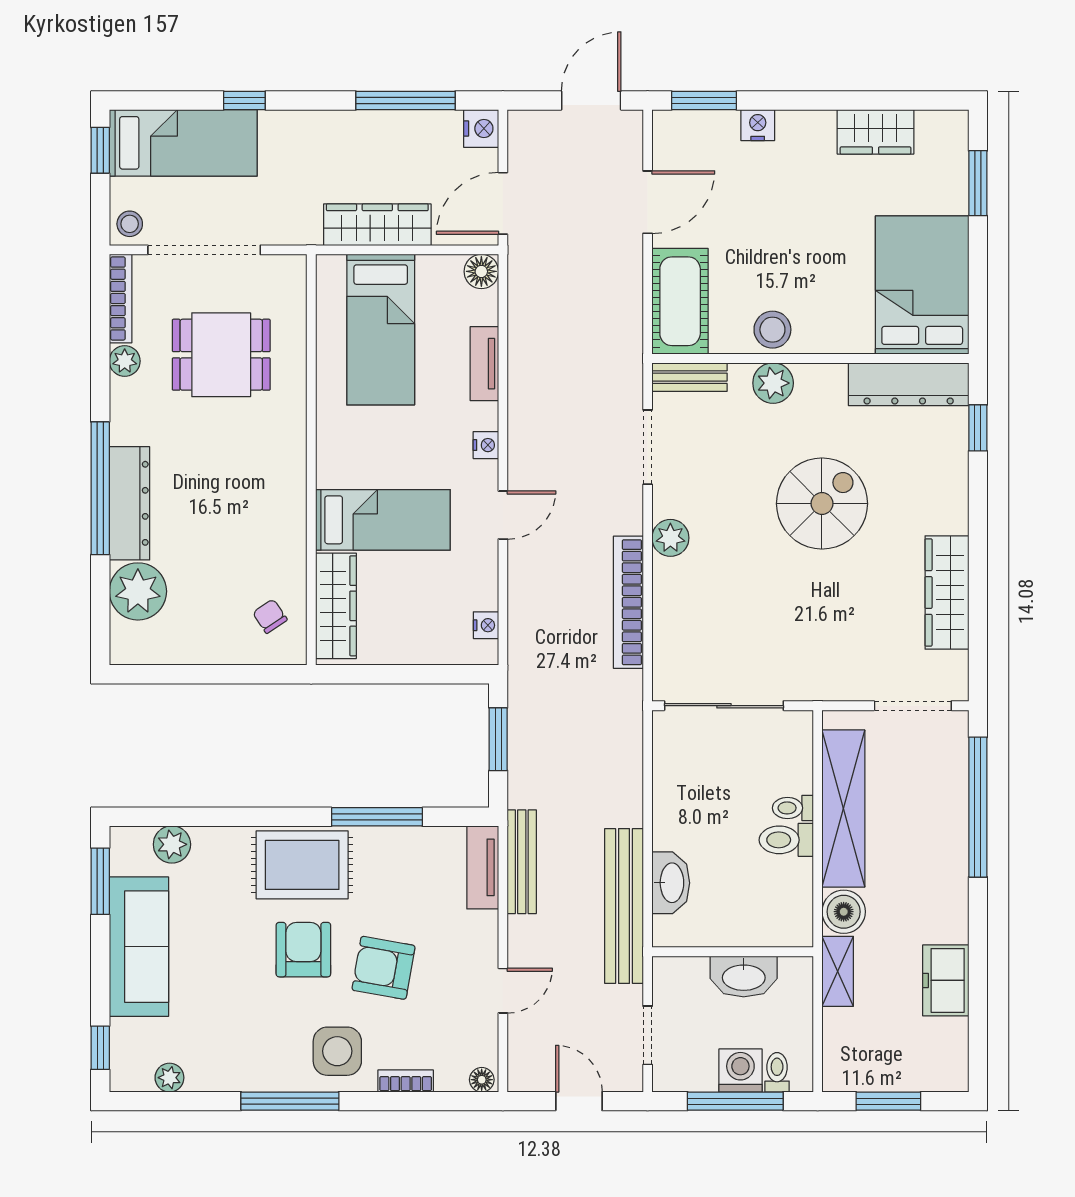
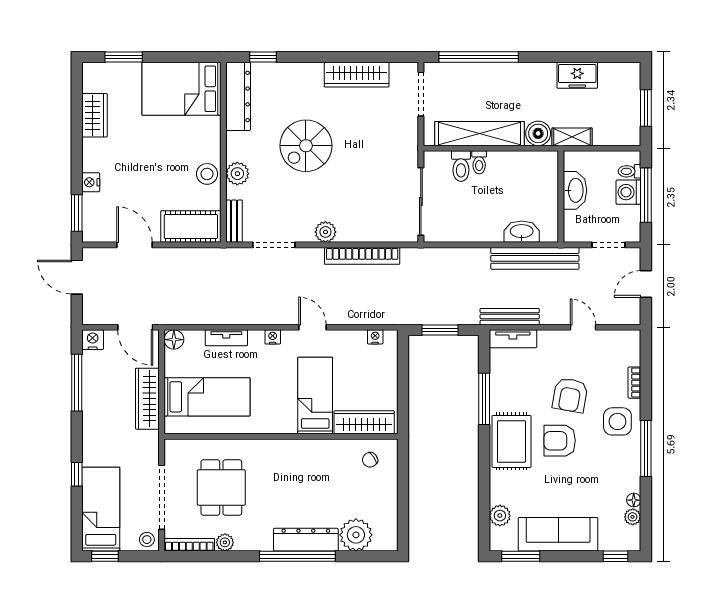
spiral stairs: (822, 504) -> (306, 146), turned -90
toilet: (786, 840) -> (461, 166), moved
floor lamp: (482, 1080) -> (634, 500), moved

